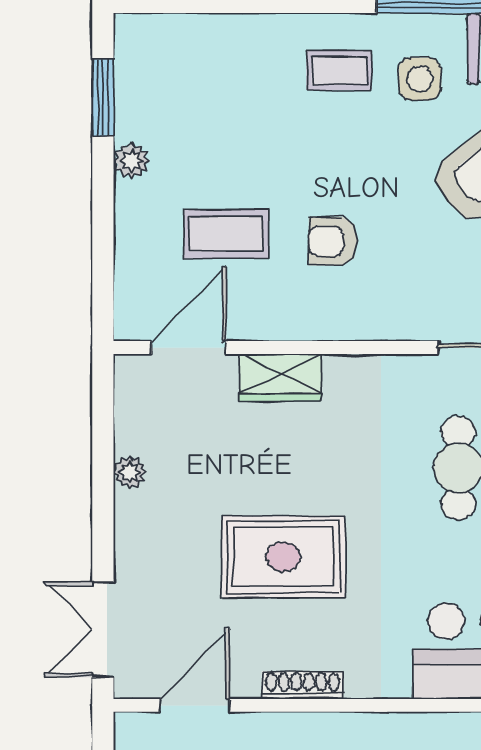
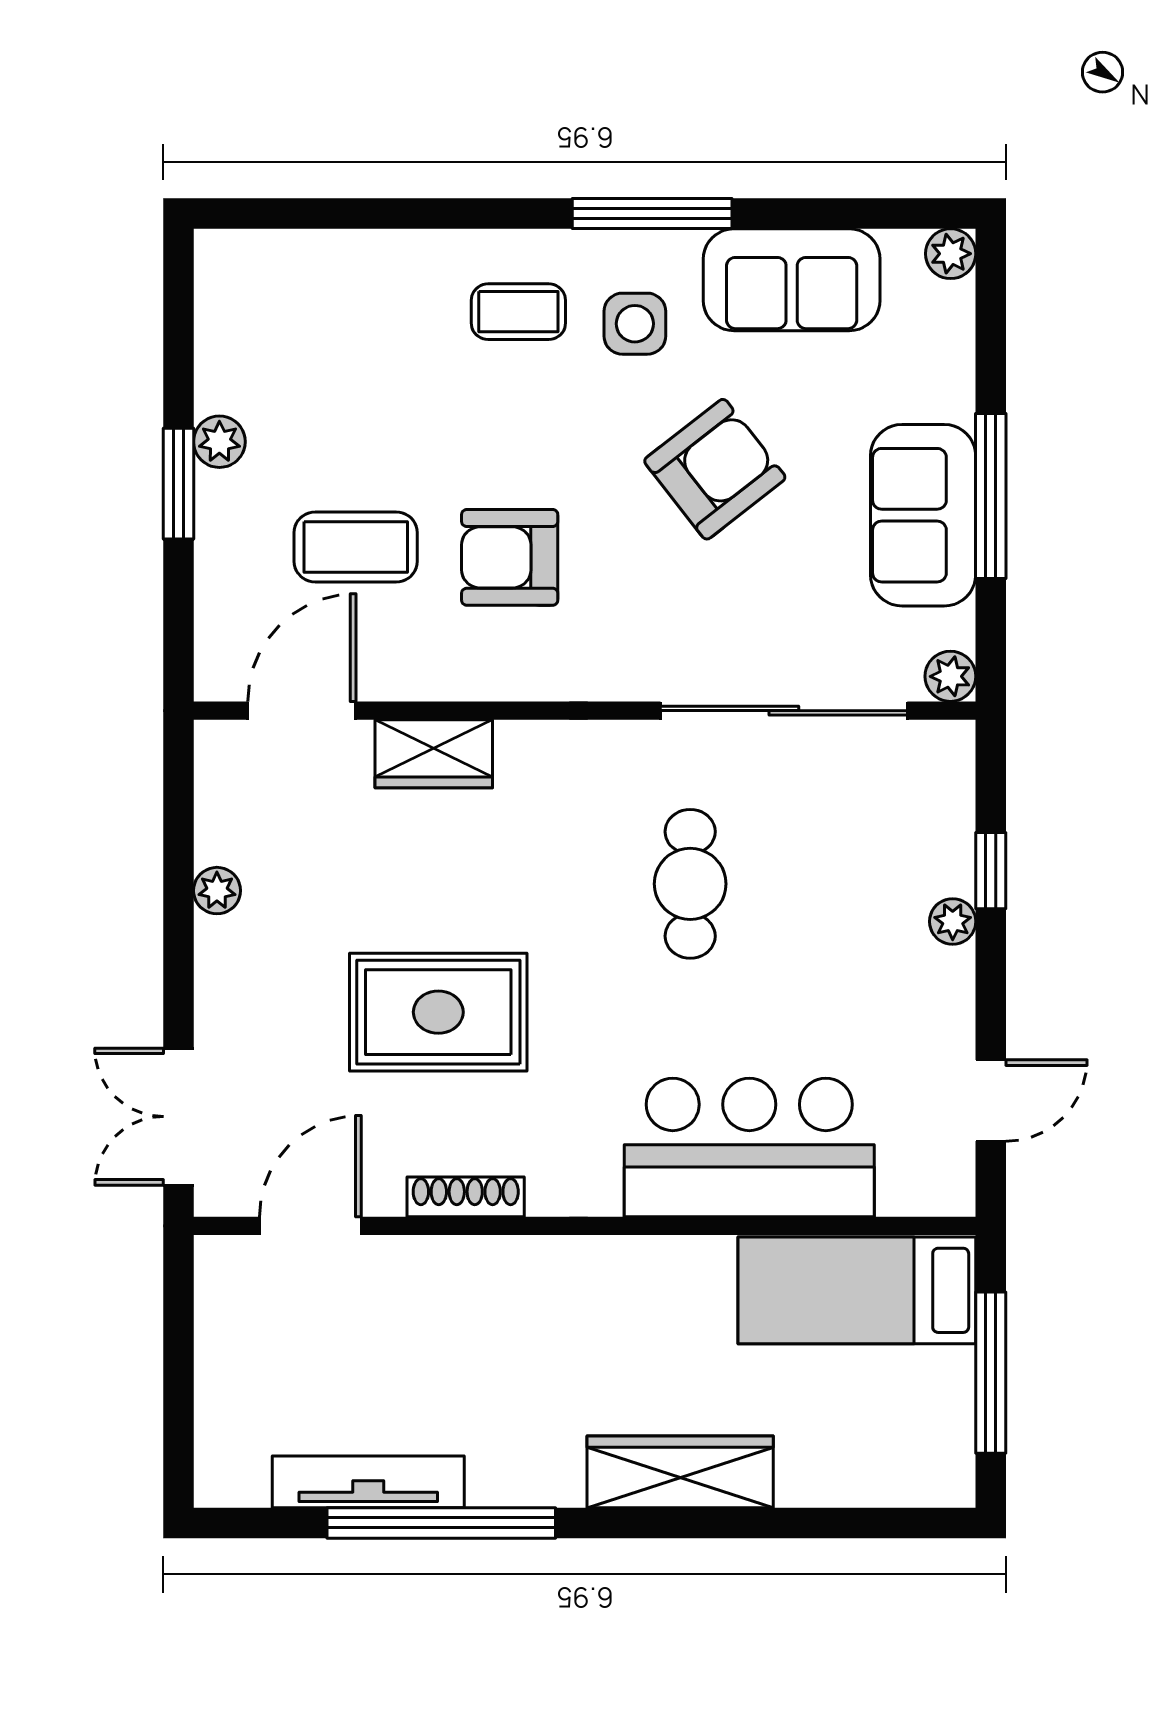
window: (103, 97) -> (178, 484), moved
armchair: (333, 241) -> (510, 557), width x1.38, depth x1.38

